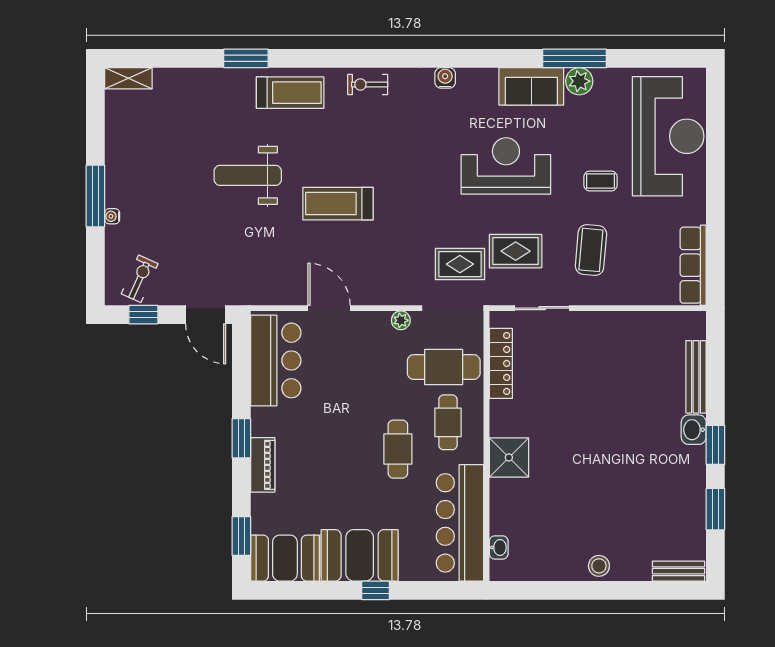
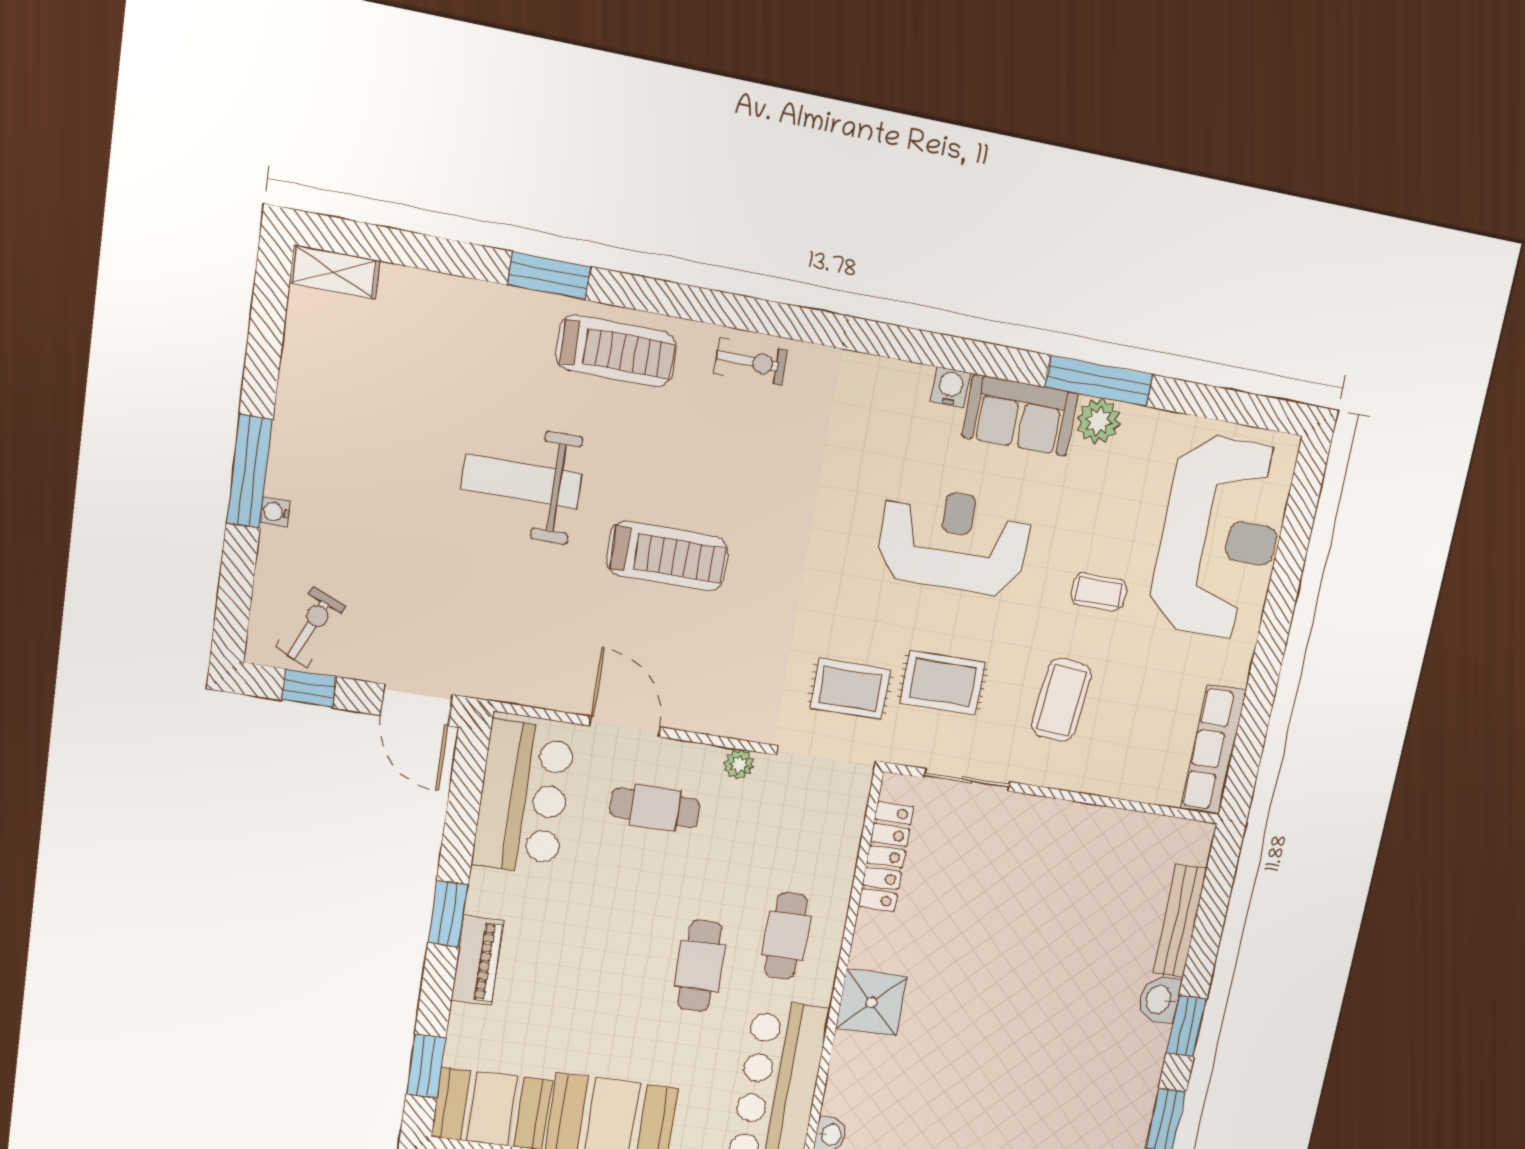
water cooler: (445, 78) -> (950, 387), moved
exercise bike: (368, 84) -> (751, 362), turned 180
treadmill: (338, 204) -> (667, 556), turned 180
cafe table: (444, 367) -> (655, 808), moved, width x0.73, depth x0.74

